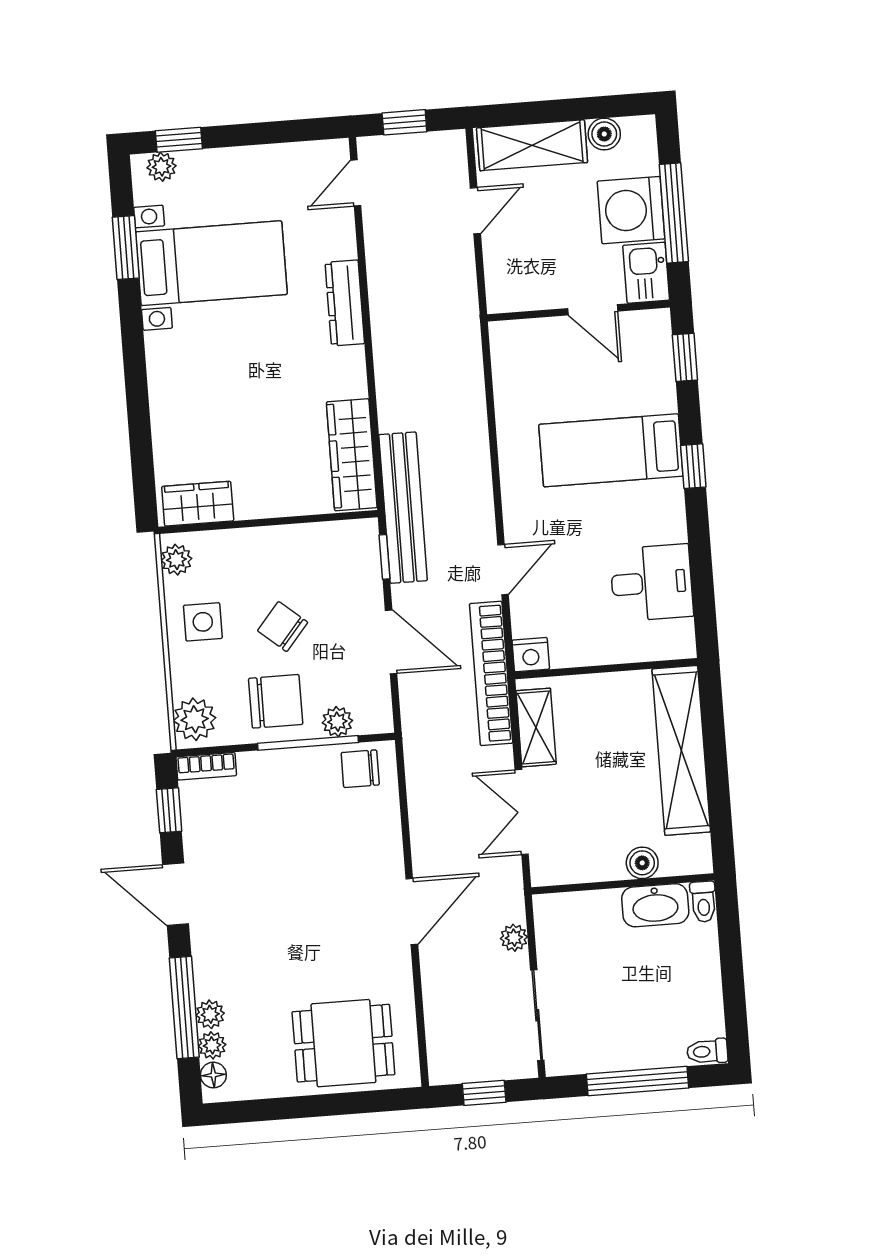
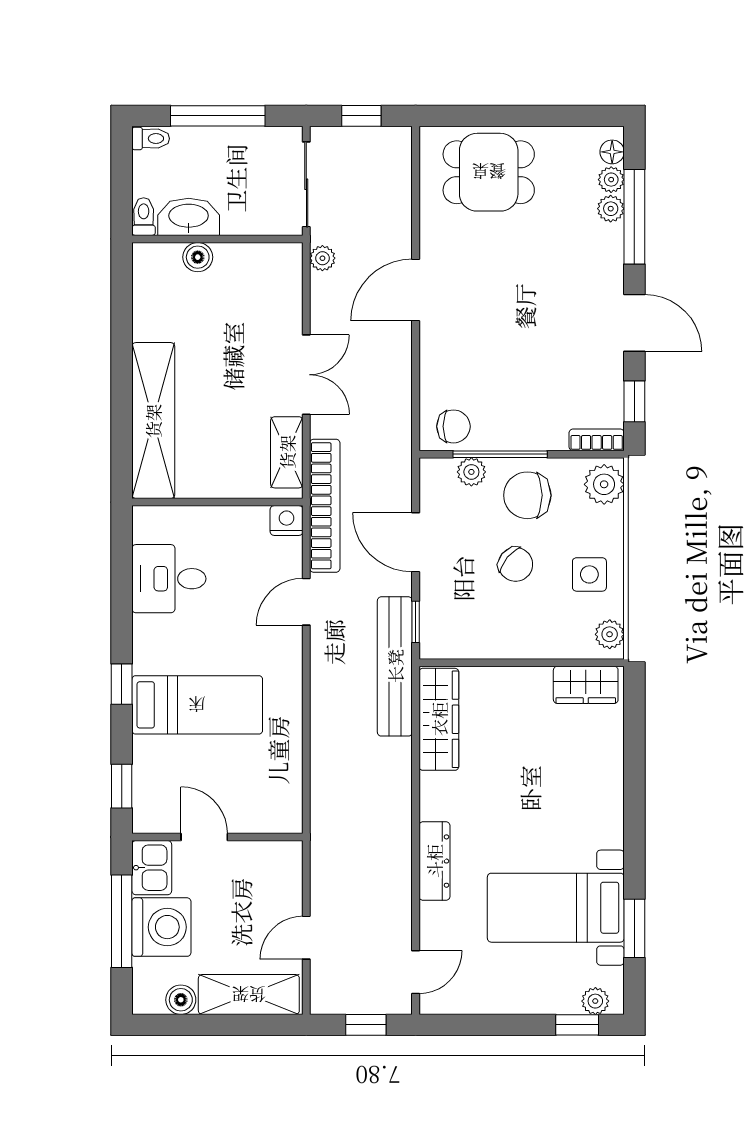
boiler: (642, 863) -> (198, 257), moved
wall: (623, 884) -> (217, 239), moved
toilet: (703, 902) -> (144, 217), moved
washbasin: (655, 905) -> (189, 217), moved

